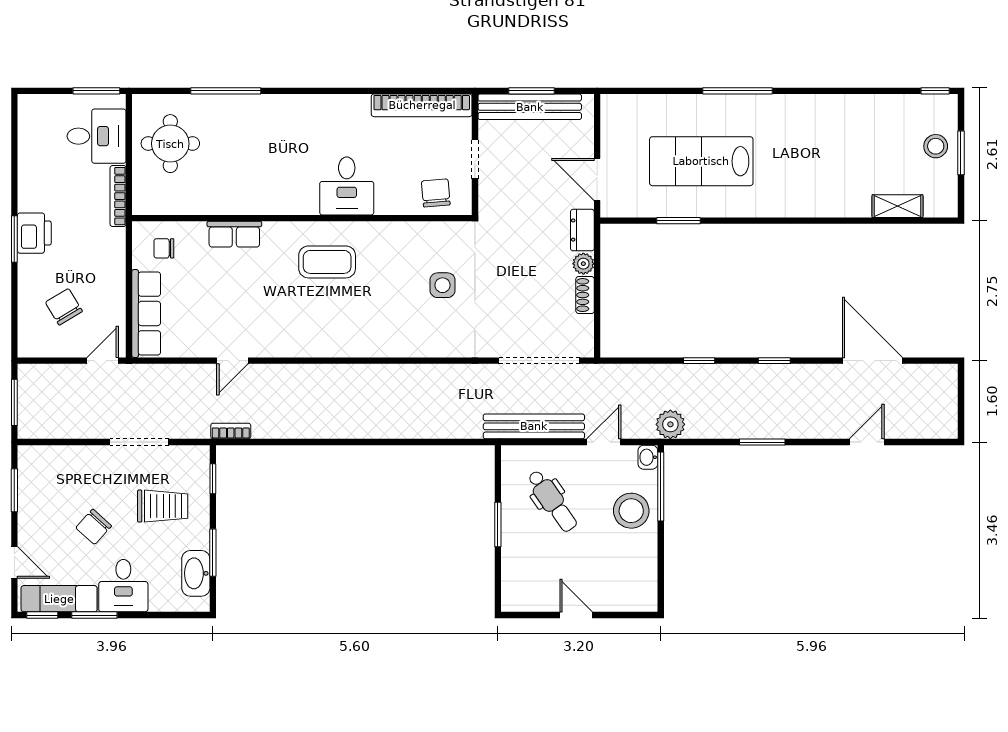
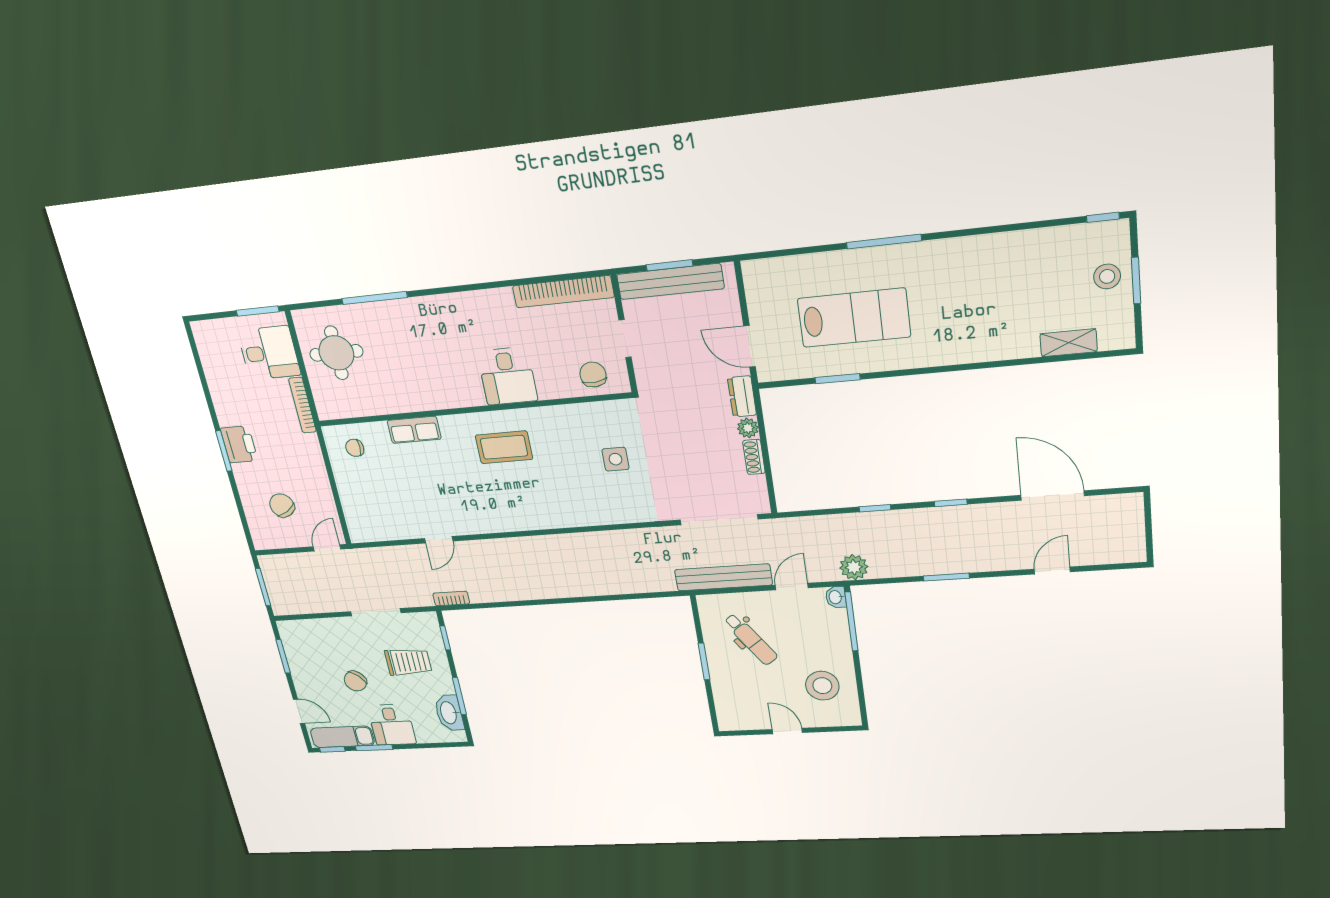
lab bench: (701, 161) -> (854, 318), turned 180
row of seats: (146, 313) -> (354, 506), removed
stool: (631, 511) -> (822, 686), moved

